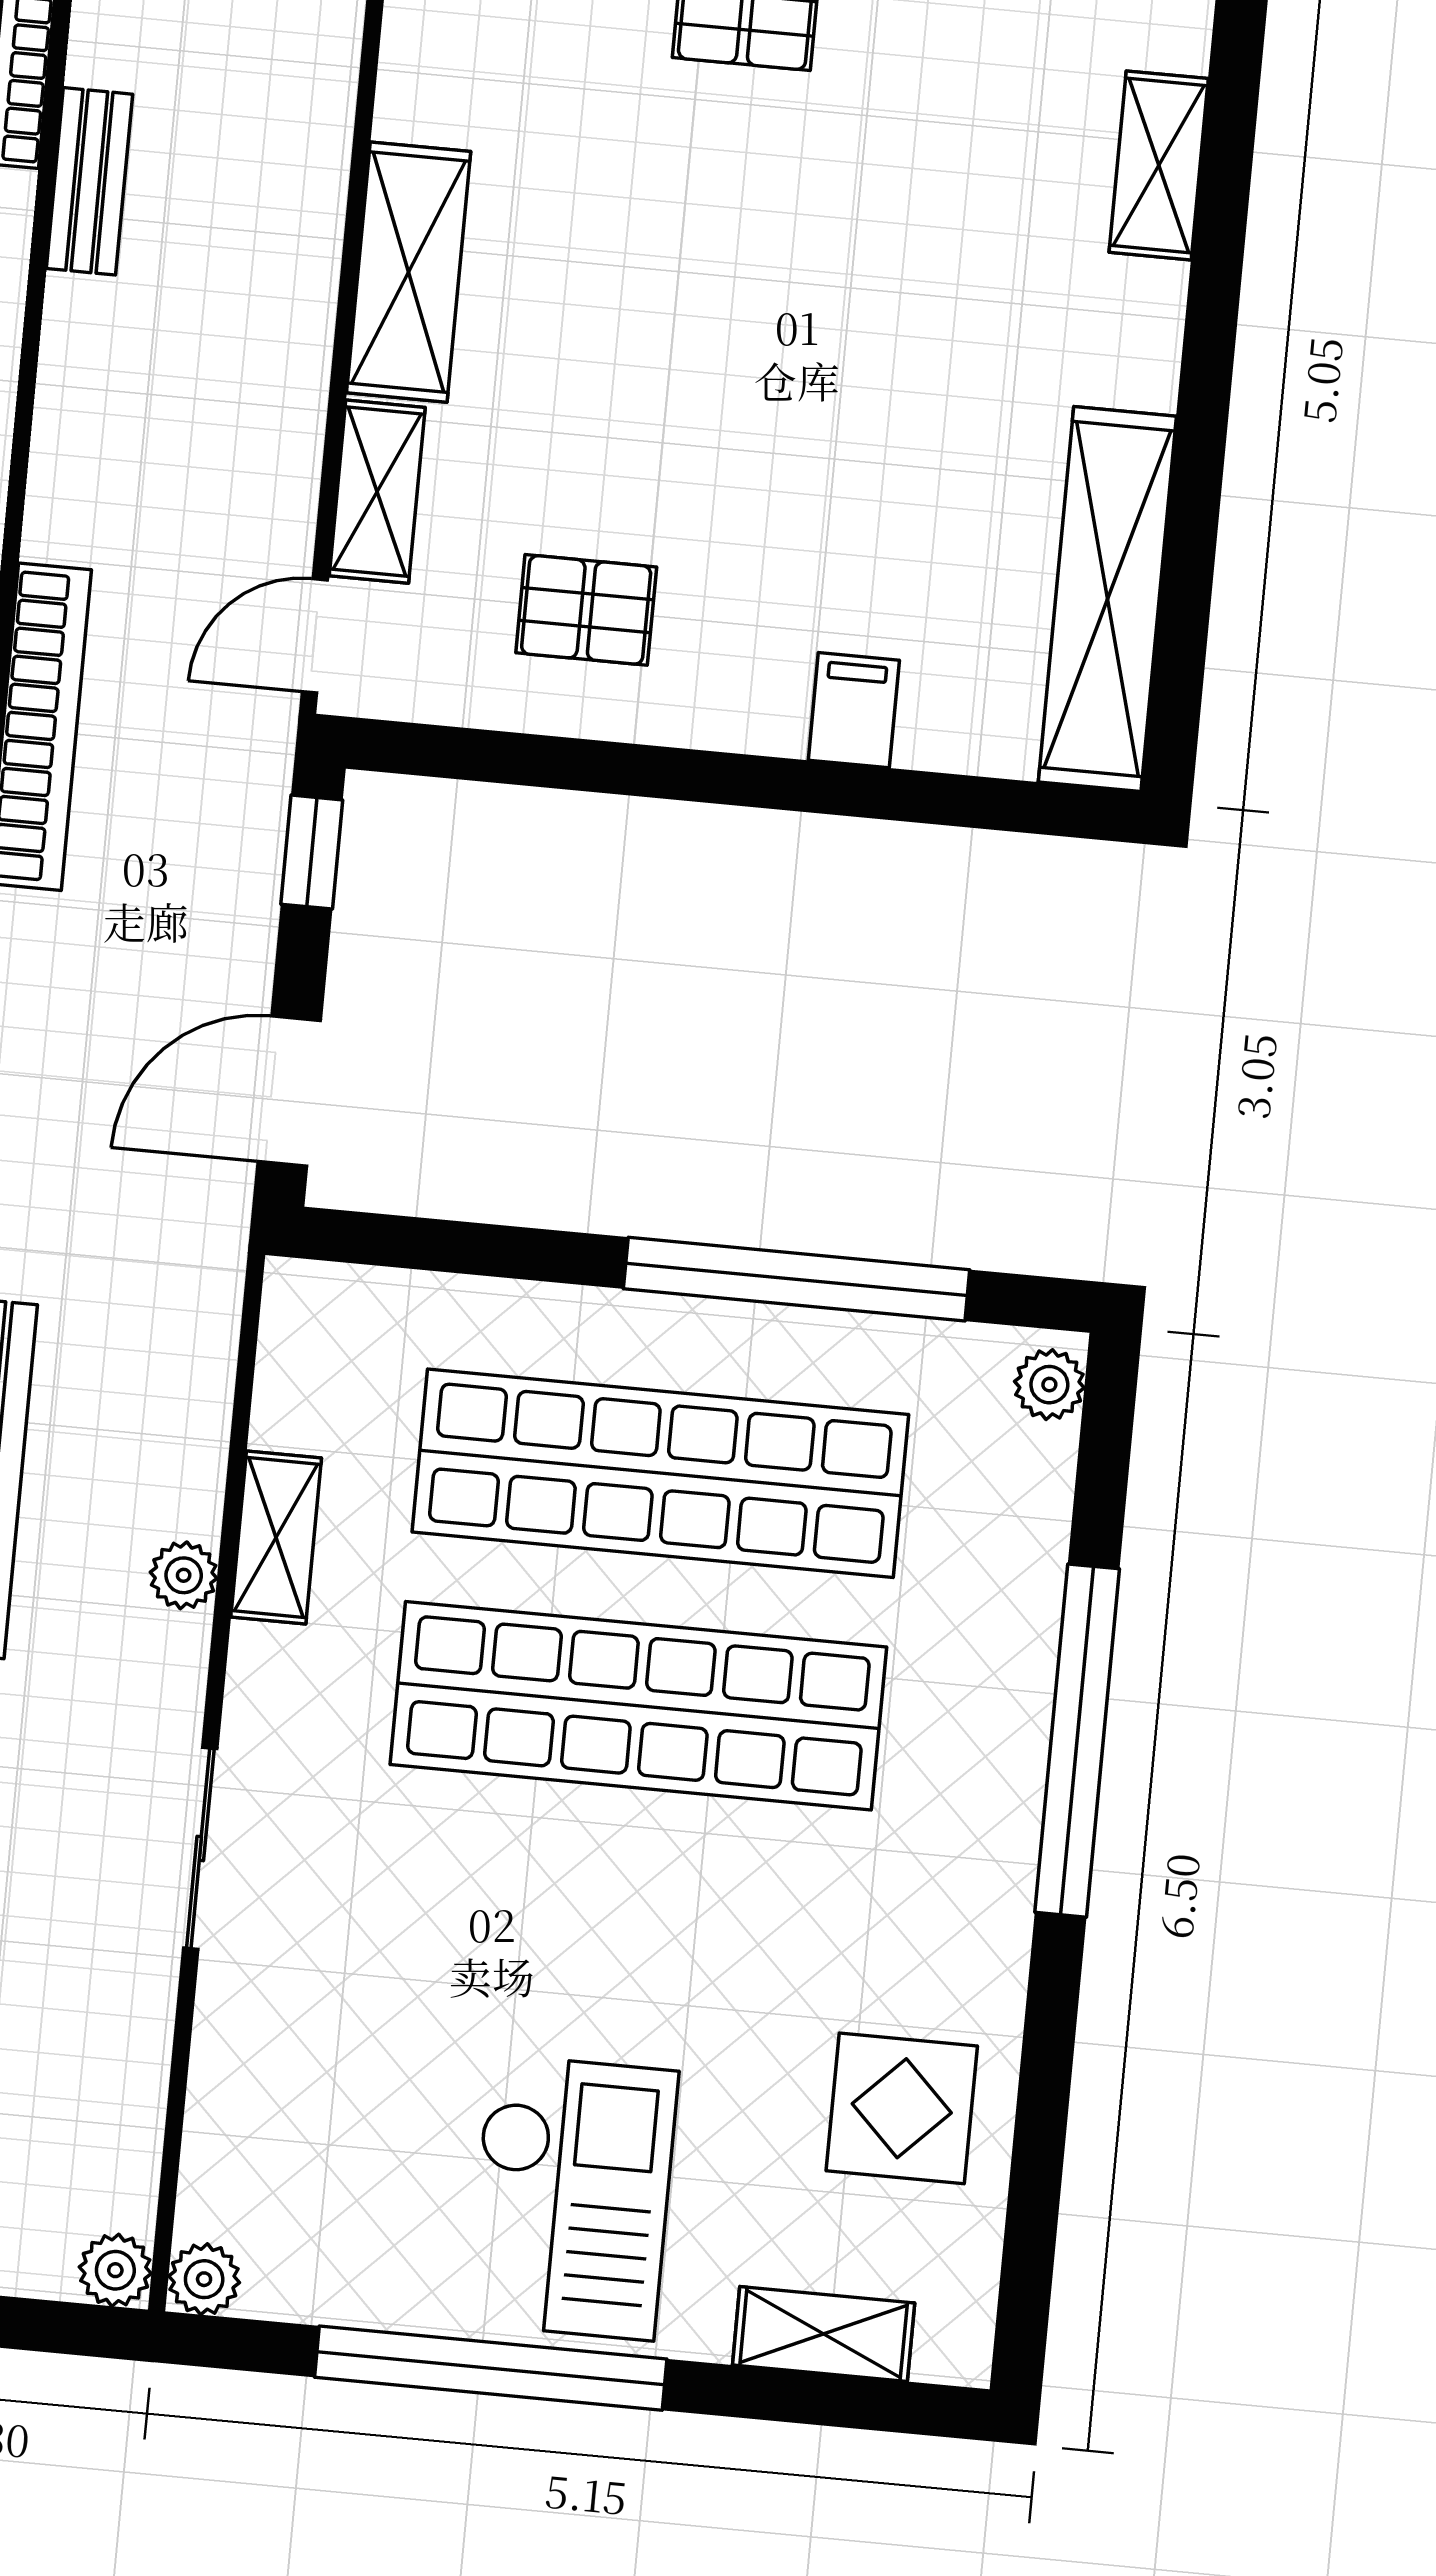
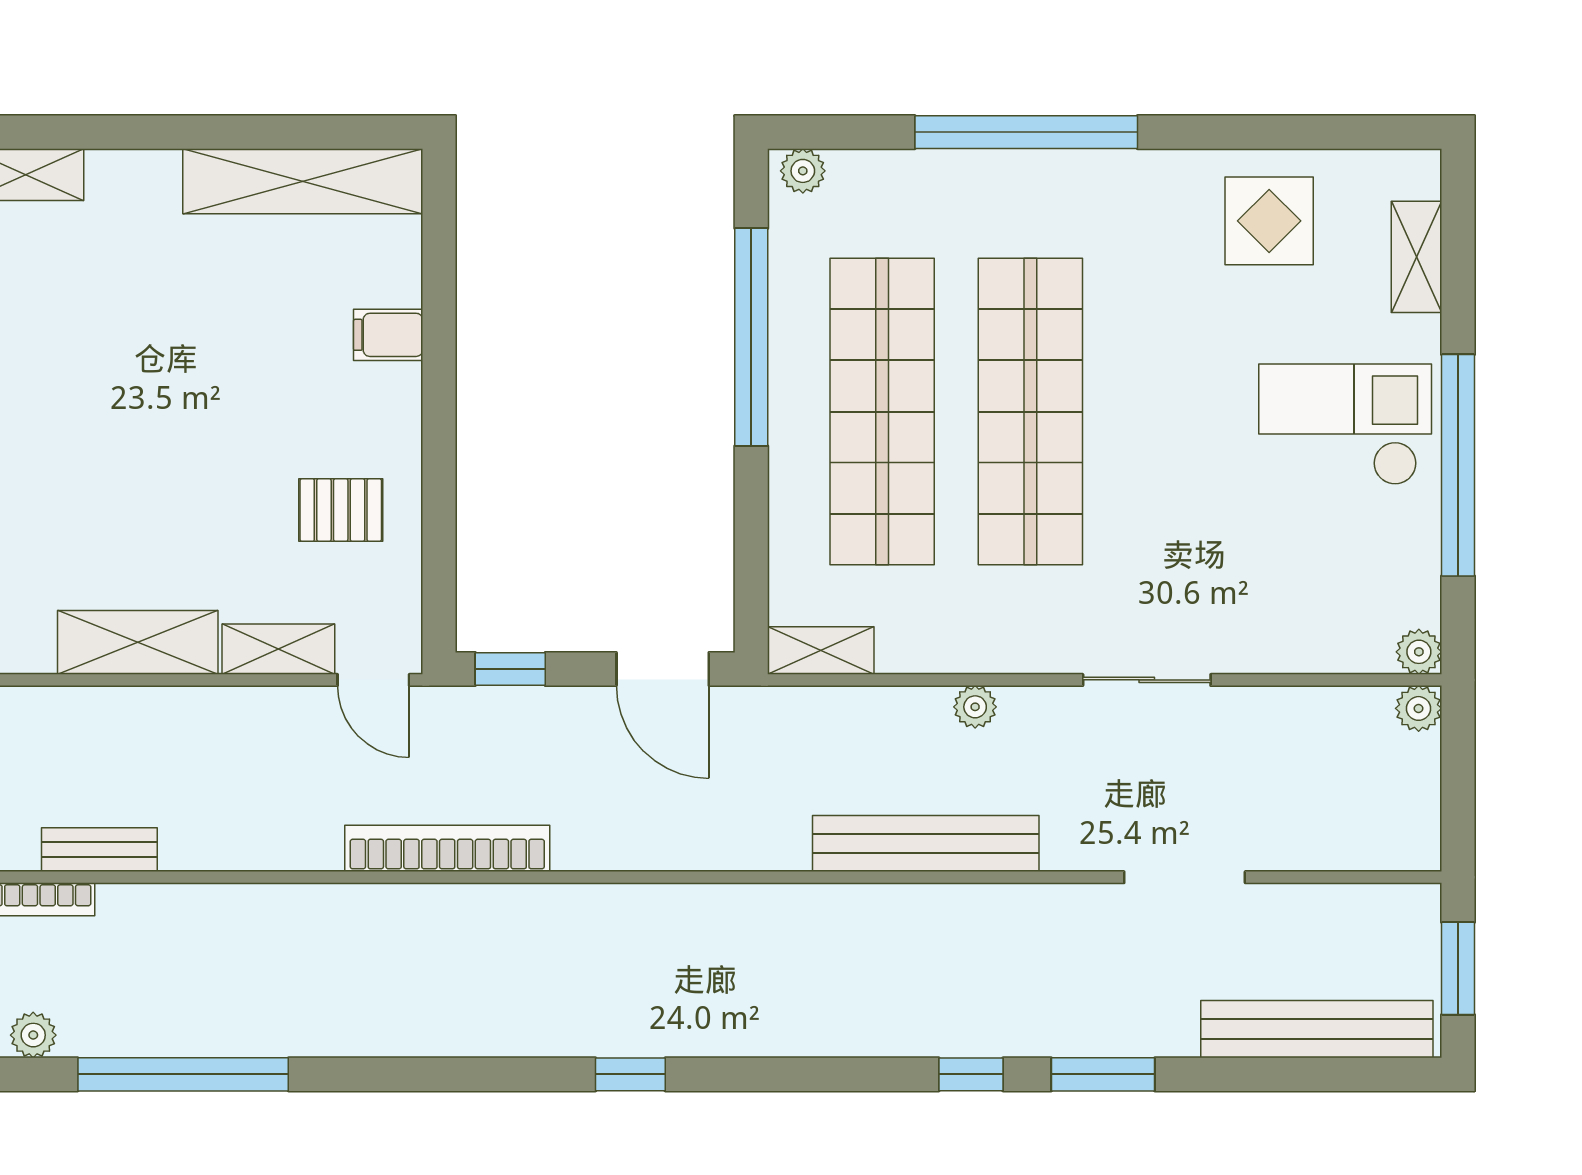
pallet: (586, 610) -> (341, 510), turned 90
shelving: (276, 1538) -> (821, 651), moved

